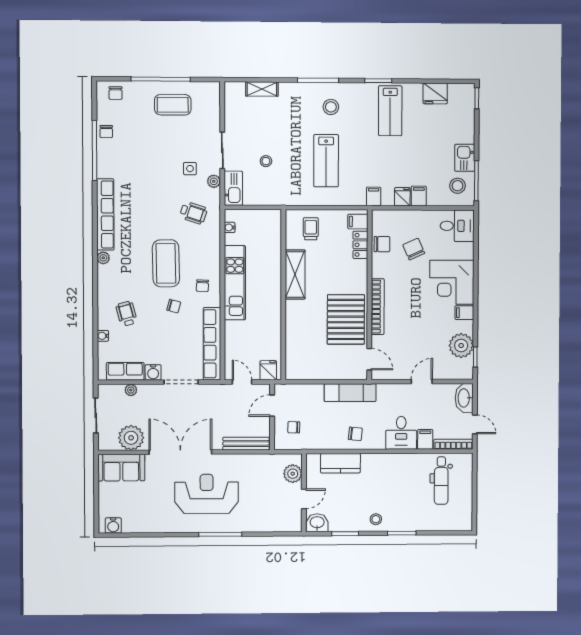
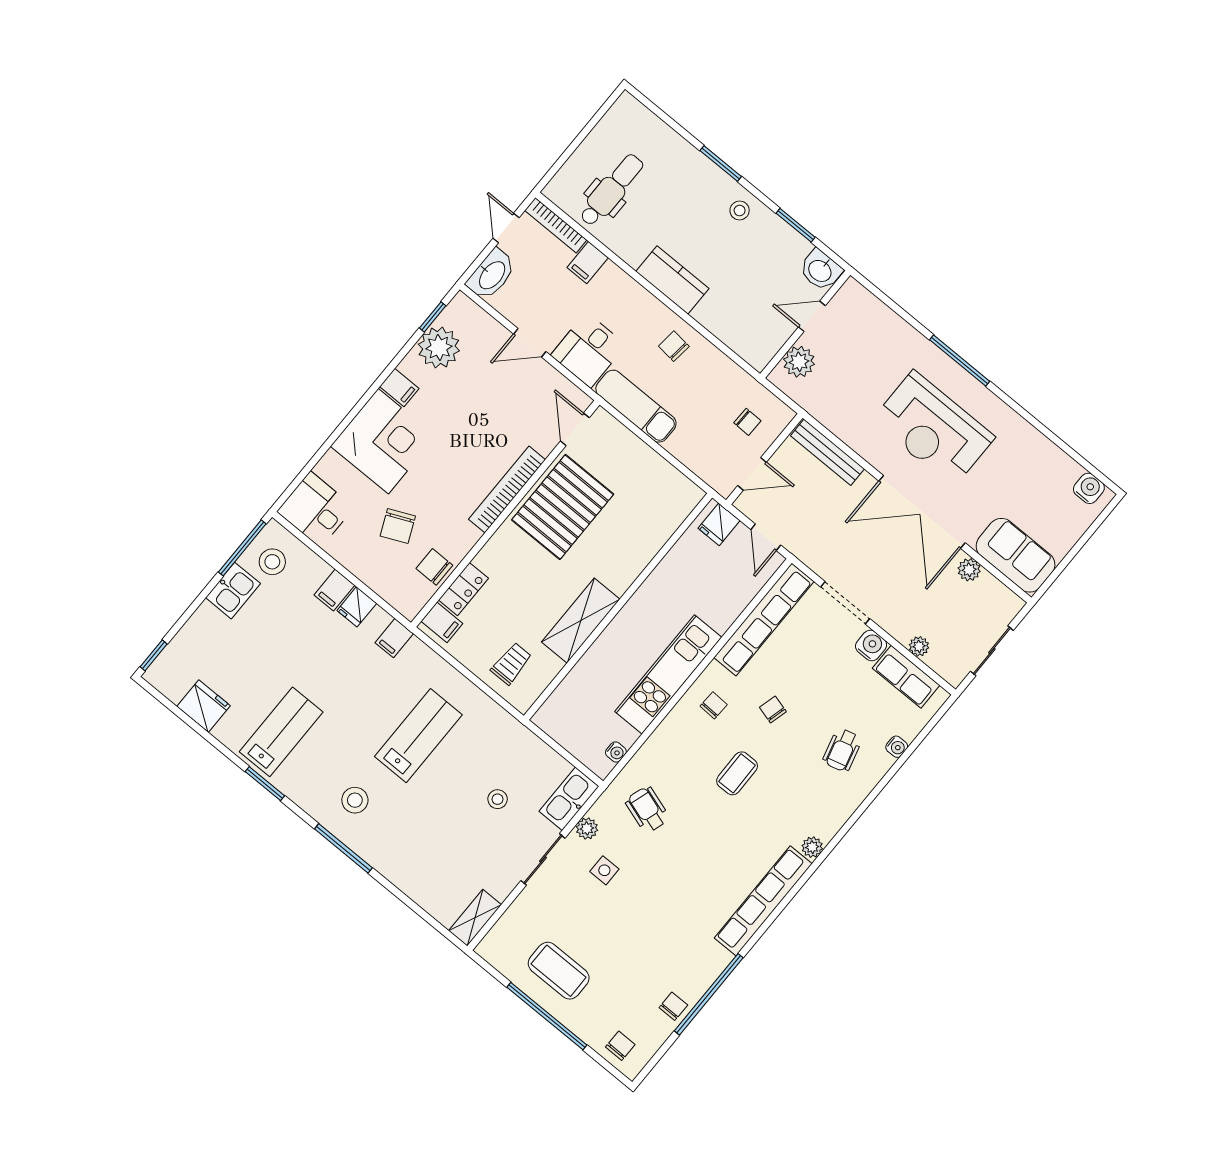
shelving: (262, 89) -> (475, 918), moved, turned 90
trolley: (311, 229) -> (511, 664), turned 180
coffee table: (166, 263) -> (737, 773), width x0.54, depth x0.58
desk: (401, 433) -> (588, 350), moved, turned 180
plant: (131, 438) -> (969, 570), width x0.53, depth x0.53
kitchen counter: (341, 463) -> (672, 280), moved

